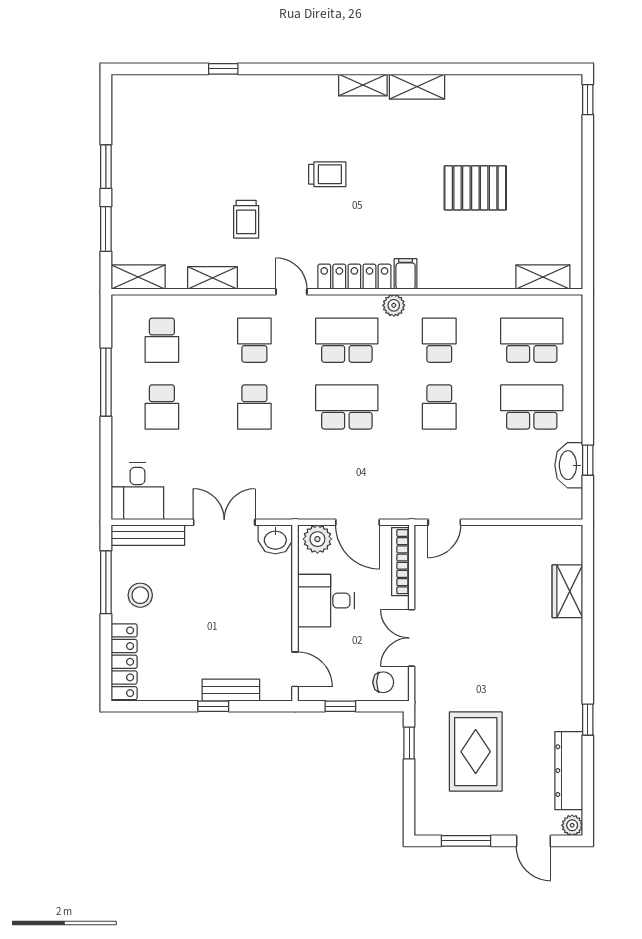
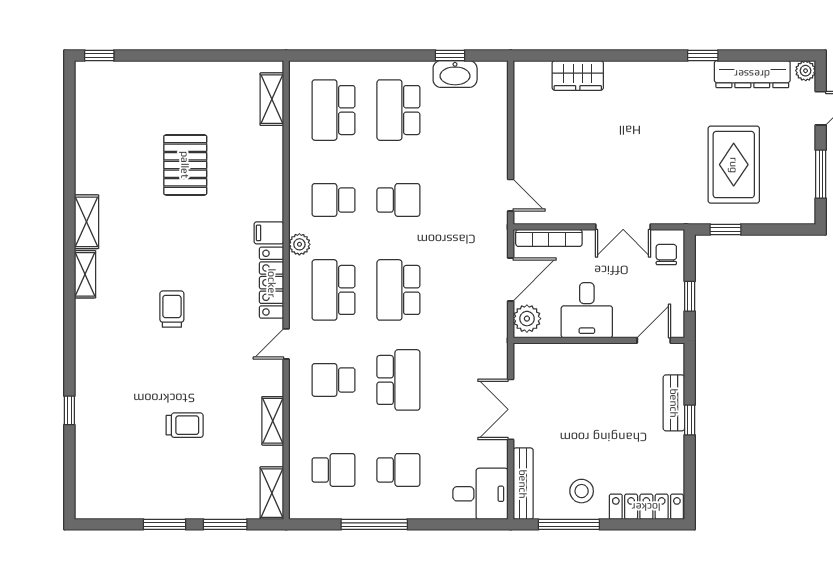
trolley: (246, 219) -> (185, 425), moved
school desk: (254, 407) -> (398, 380), width x1.85
washbasin: (275, 539) -> (527, 360), removed
rug: (476, 752) -> (734, 165), turned 90

